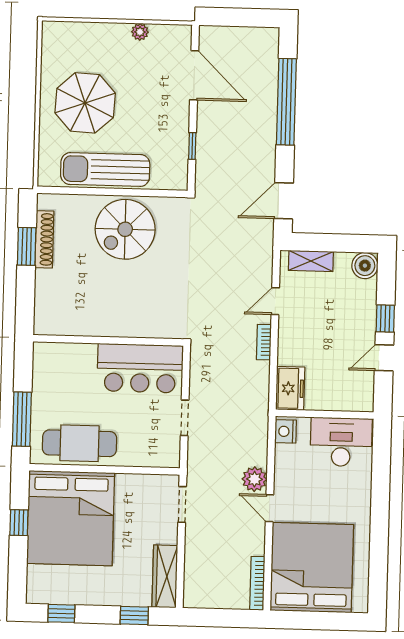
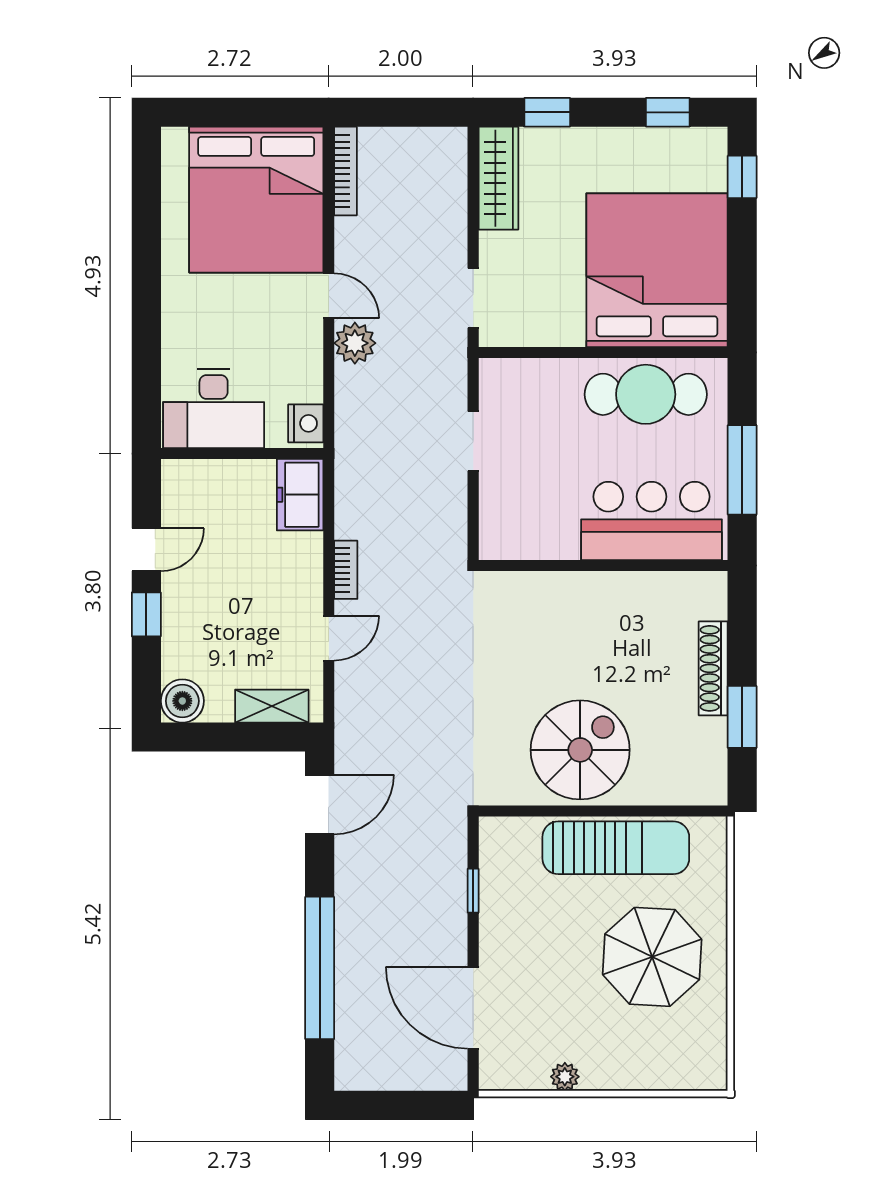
shoe rack: (44, 239) -> (713, 668), moved
bar counter: (140, 368) -> (652, 521), moved
window: (22, 419) -> (742, 470), moved
window: (19, 523) -> (742, 177), moved

